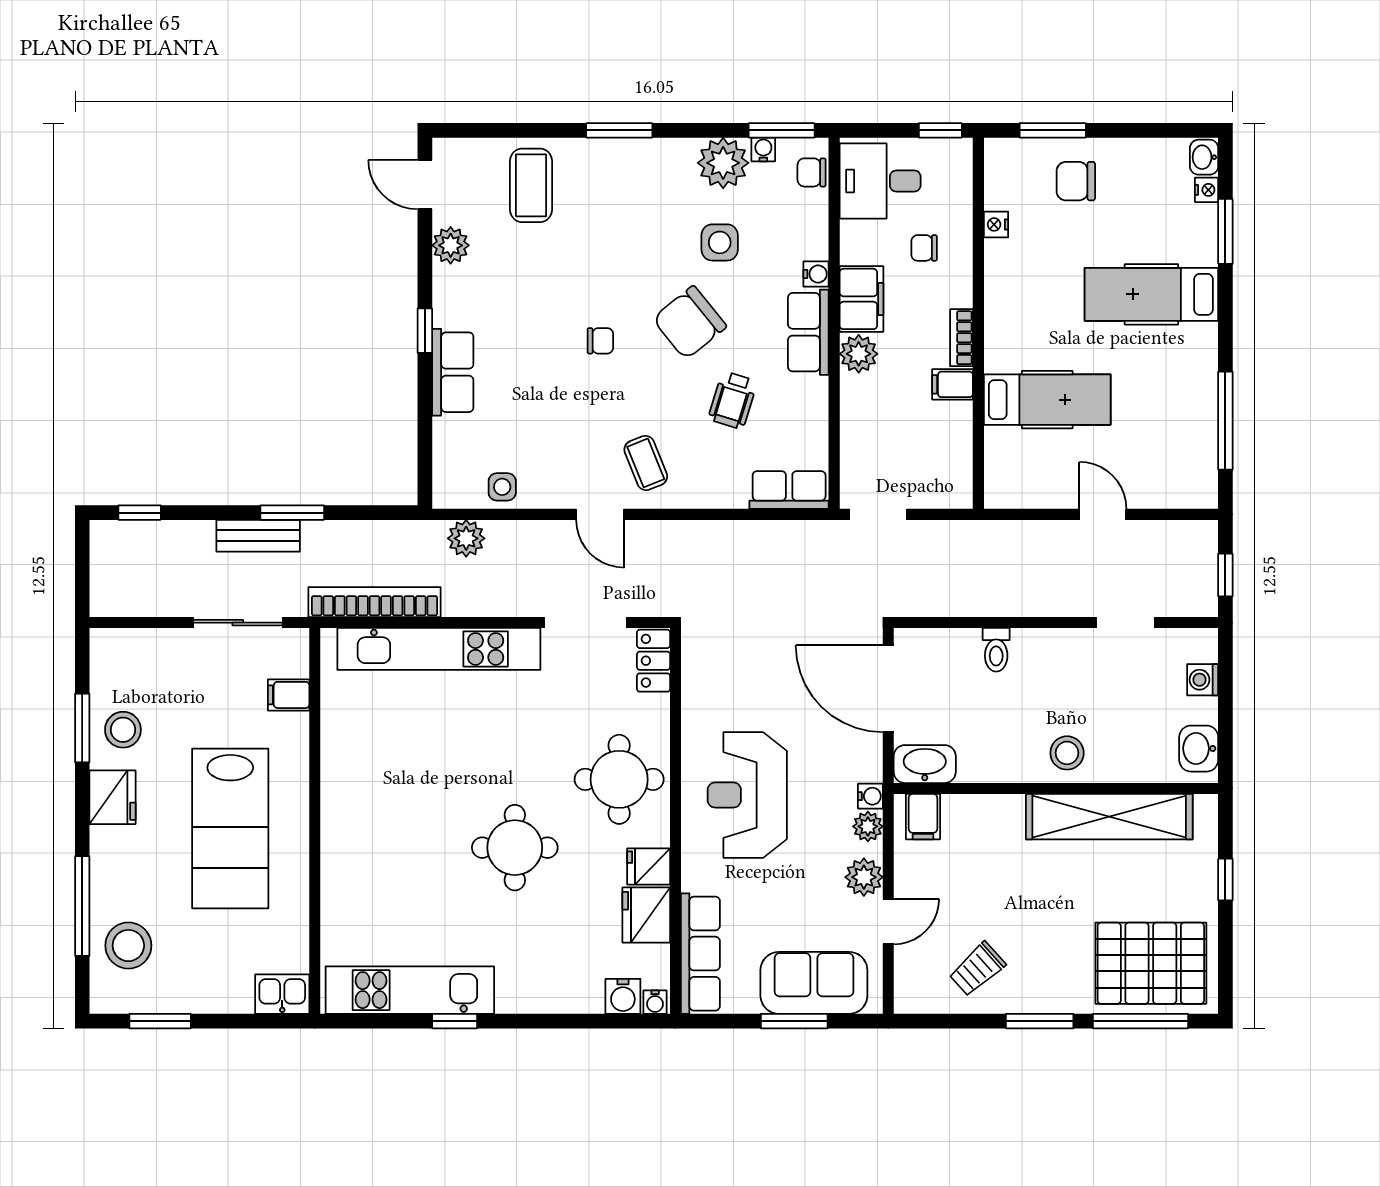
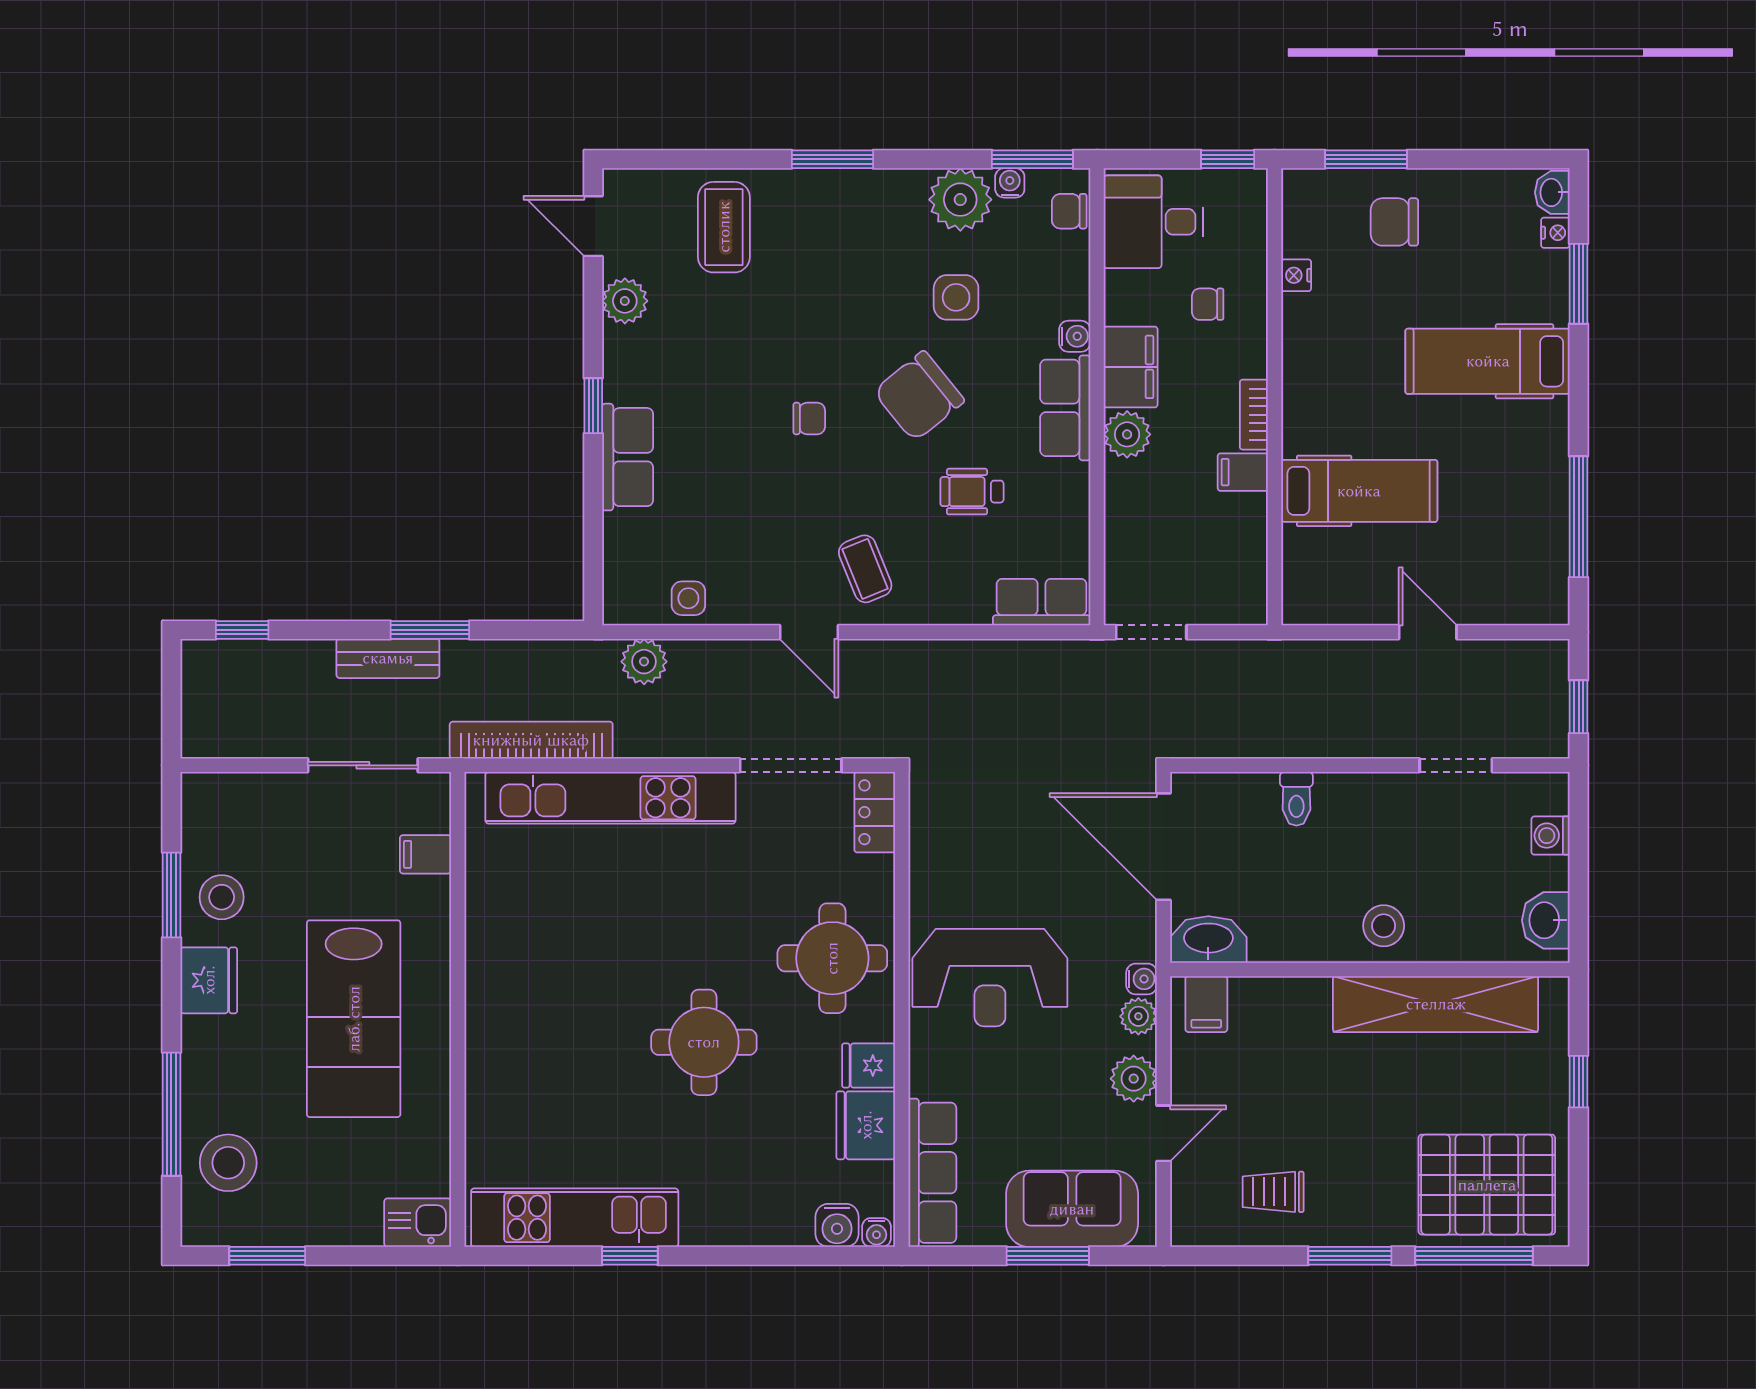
wheelchair: (733, 400) -> (972, 492), turned 73
reception desk: (747, 795) -> (990, 978), turned -90
trolley: (977, 969) -> (1273, 1192), turned 42

